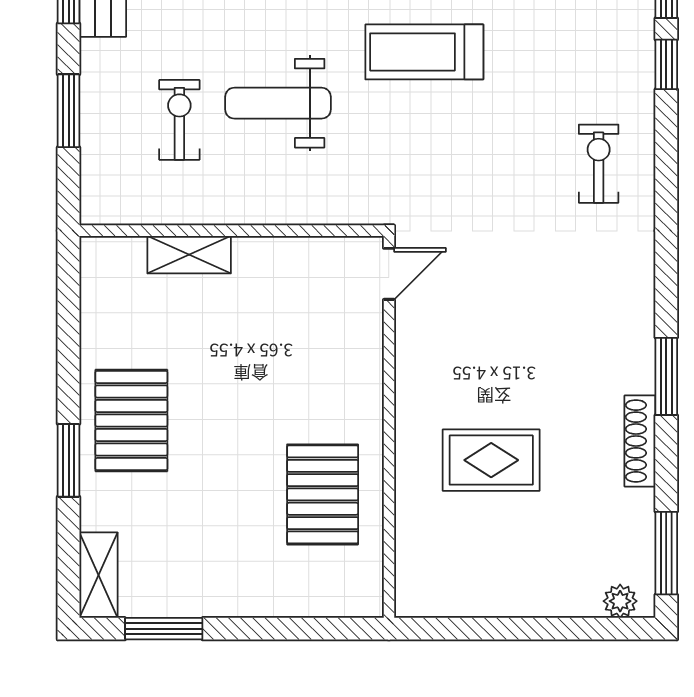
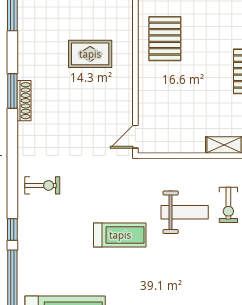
exercise bike: (599, 164) -> (42, 185), turned -90
shoe rack: (640, 441) -> (24, 101), moved

